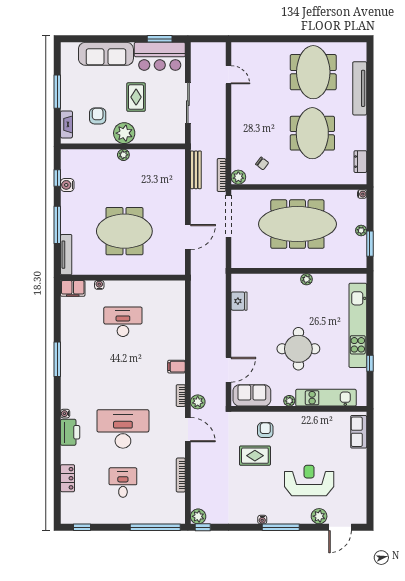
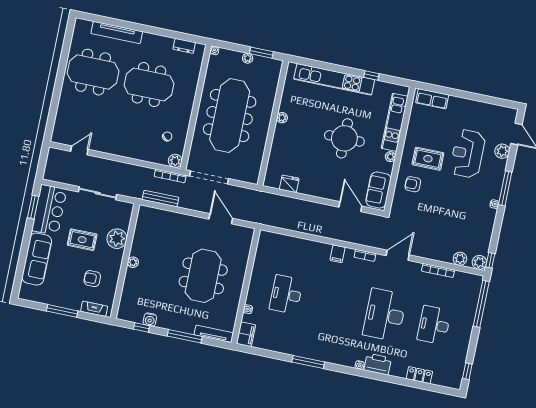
plant: (124, 133) -> (117, 239), moved
plant: (198, 402) -> (460, 259), moved
rug: (255, 456) -> (428, 159), moved, turned 90
desk: (123, 483) -> (434, 325), width x1.37

